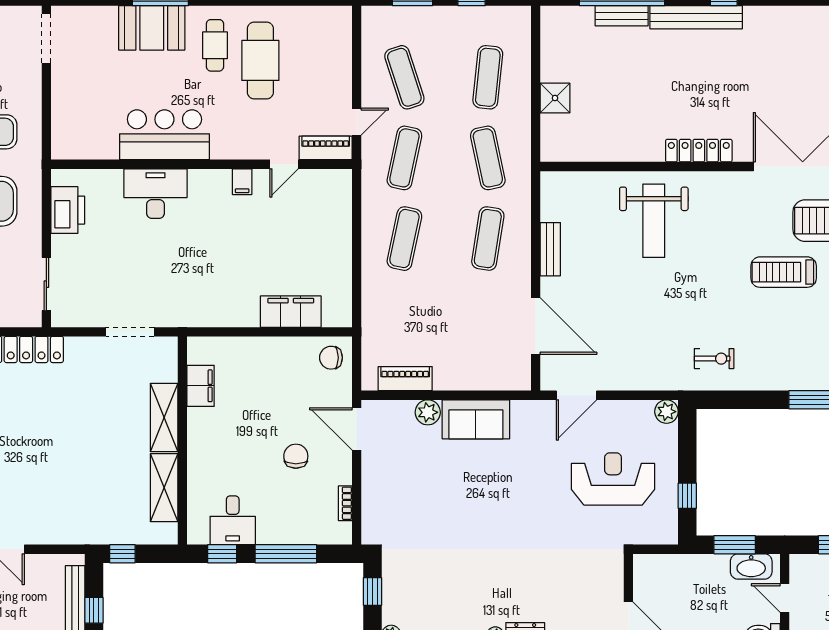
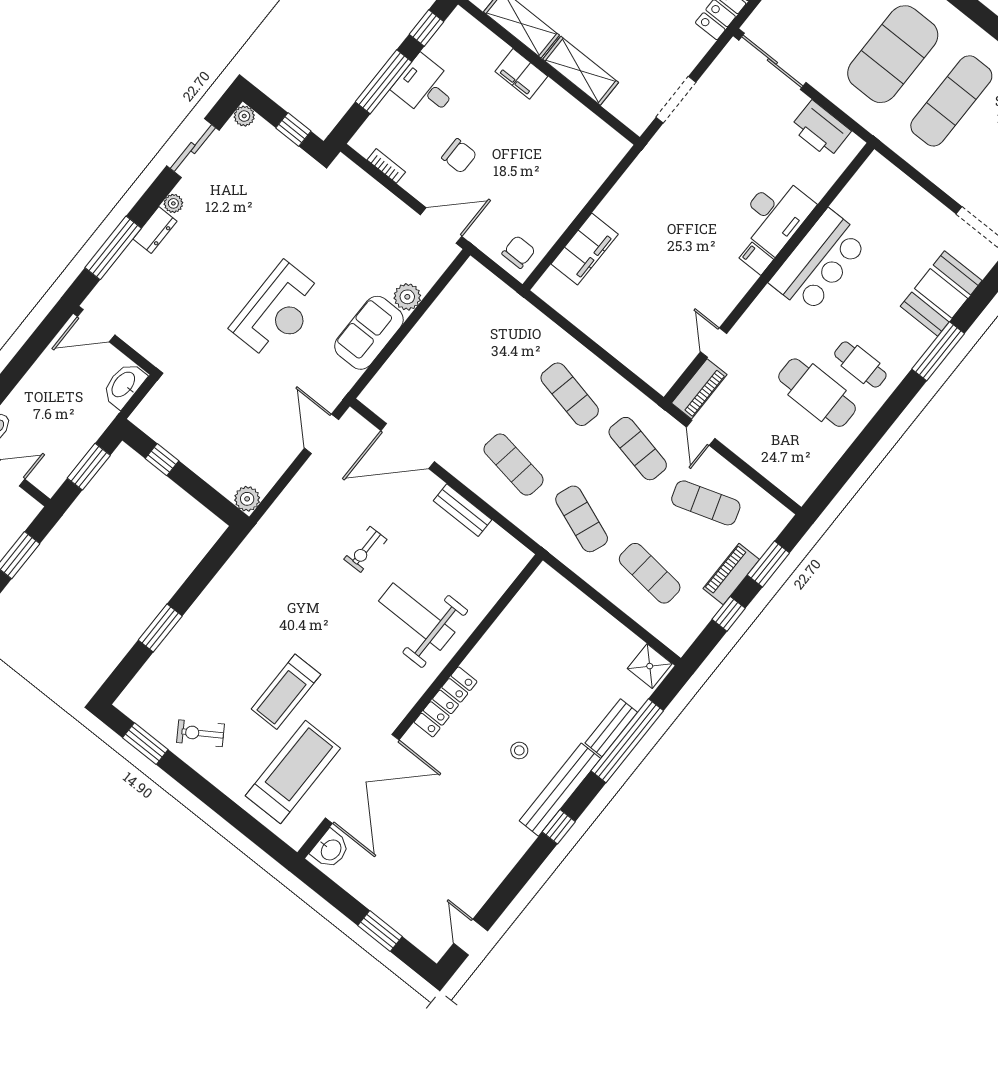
booth: (152, 28) -> (941, 293), moved
stool: (691, 69) -> (519, 750), added
shower: (555, 98) -> (650, 666), moved
exercise mat: (488, 158) -> (582, 519), turned 33
filing cabinet: (242, 182) -> (756, 259), moved
treadmill: (784, 272) -> (286, 692), turned 180
sliding door: (46, 284) -> (772, 61), width x1.37
exercise bike: (714, 359) -> (365, 549), moved
piano: (405, 379) -> (731, 574), moved, turned 180
filing cabinet: (201, 386) -> (521, 74), moved
reception desk: (613, 479) -> (278, 311), moved
desk: (233, 520) -> (426, 87), moved
washbasin: (751, 566) -> (124, 385), moved

